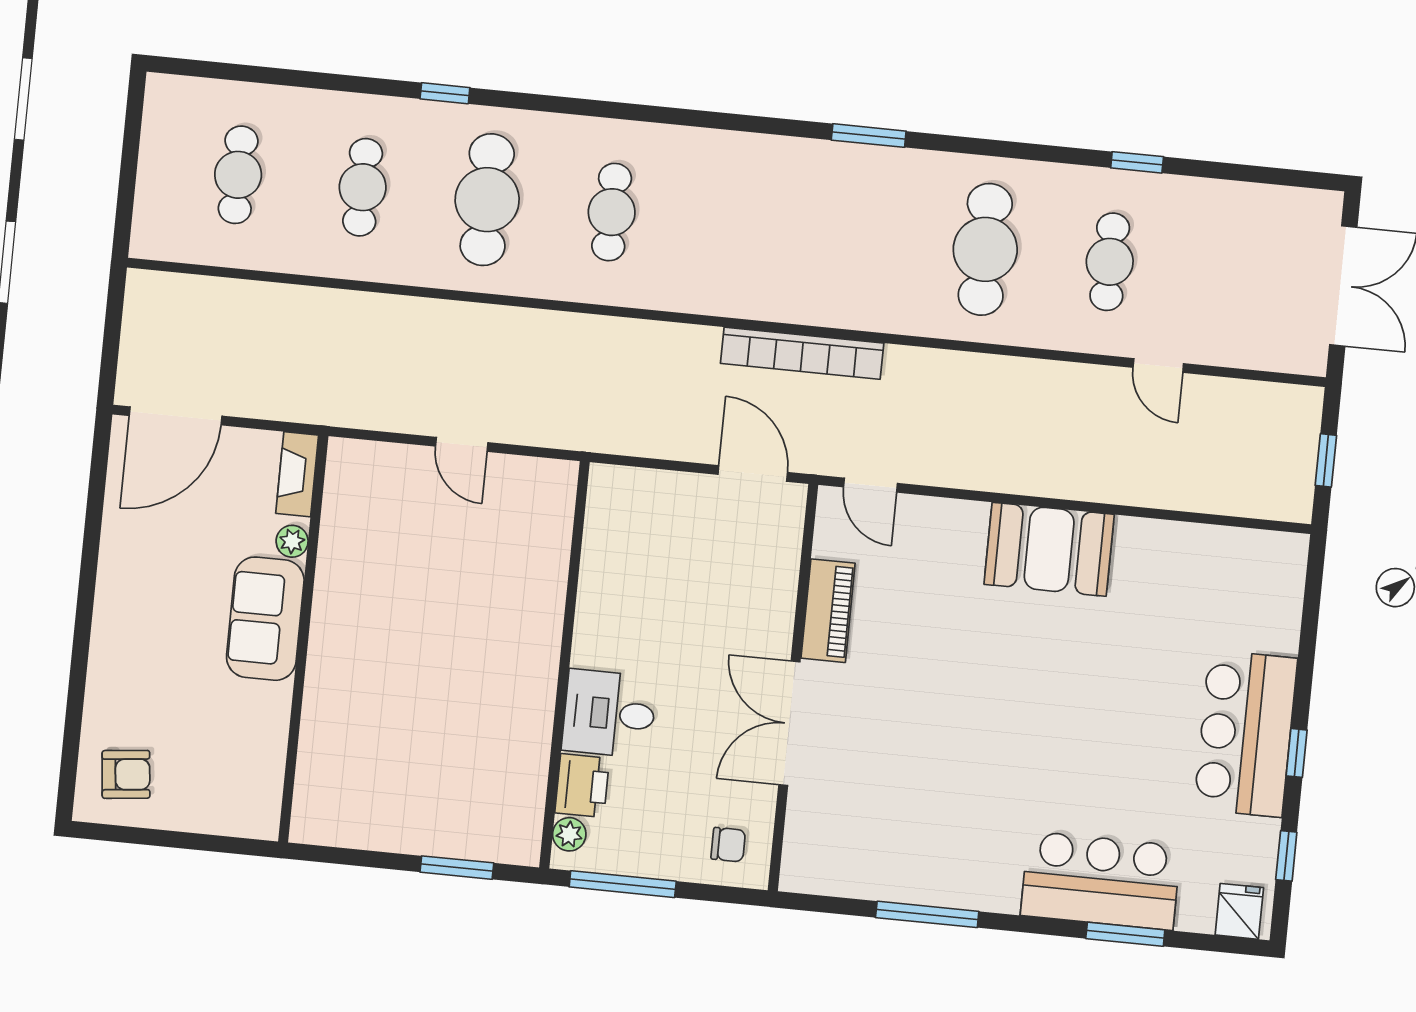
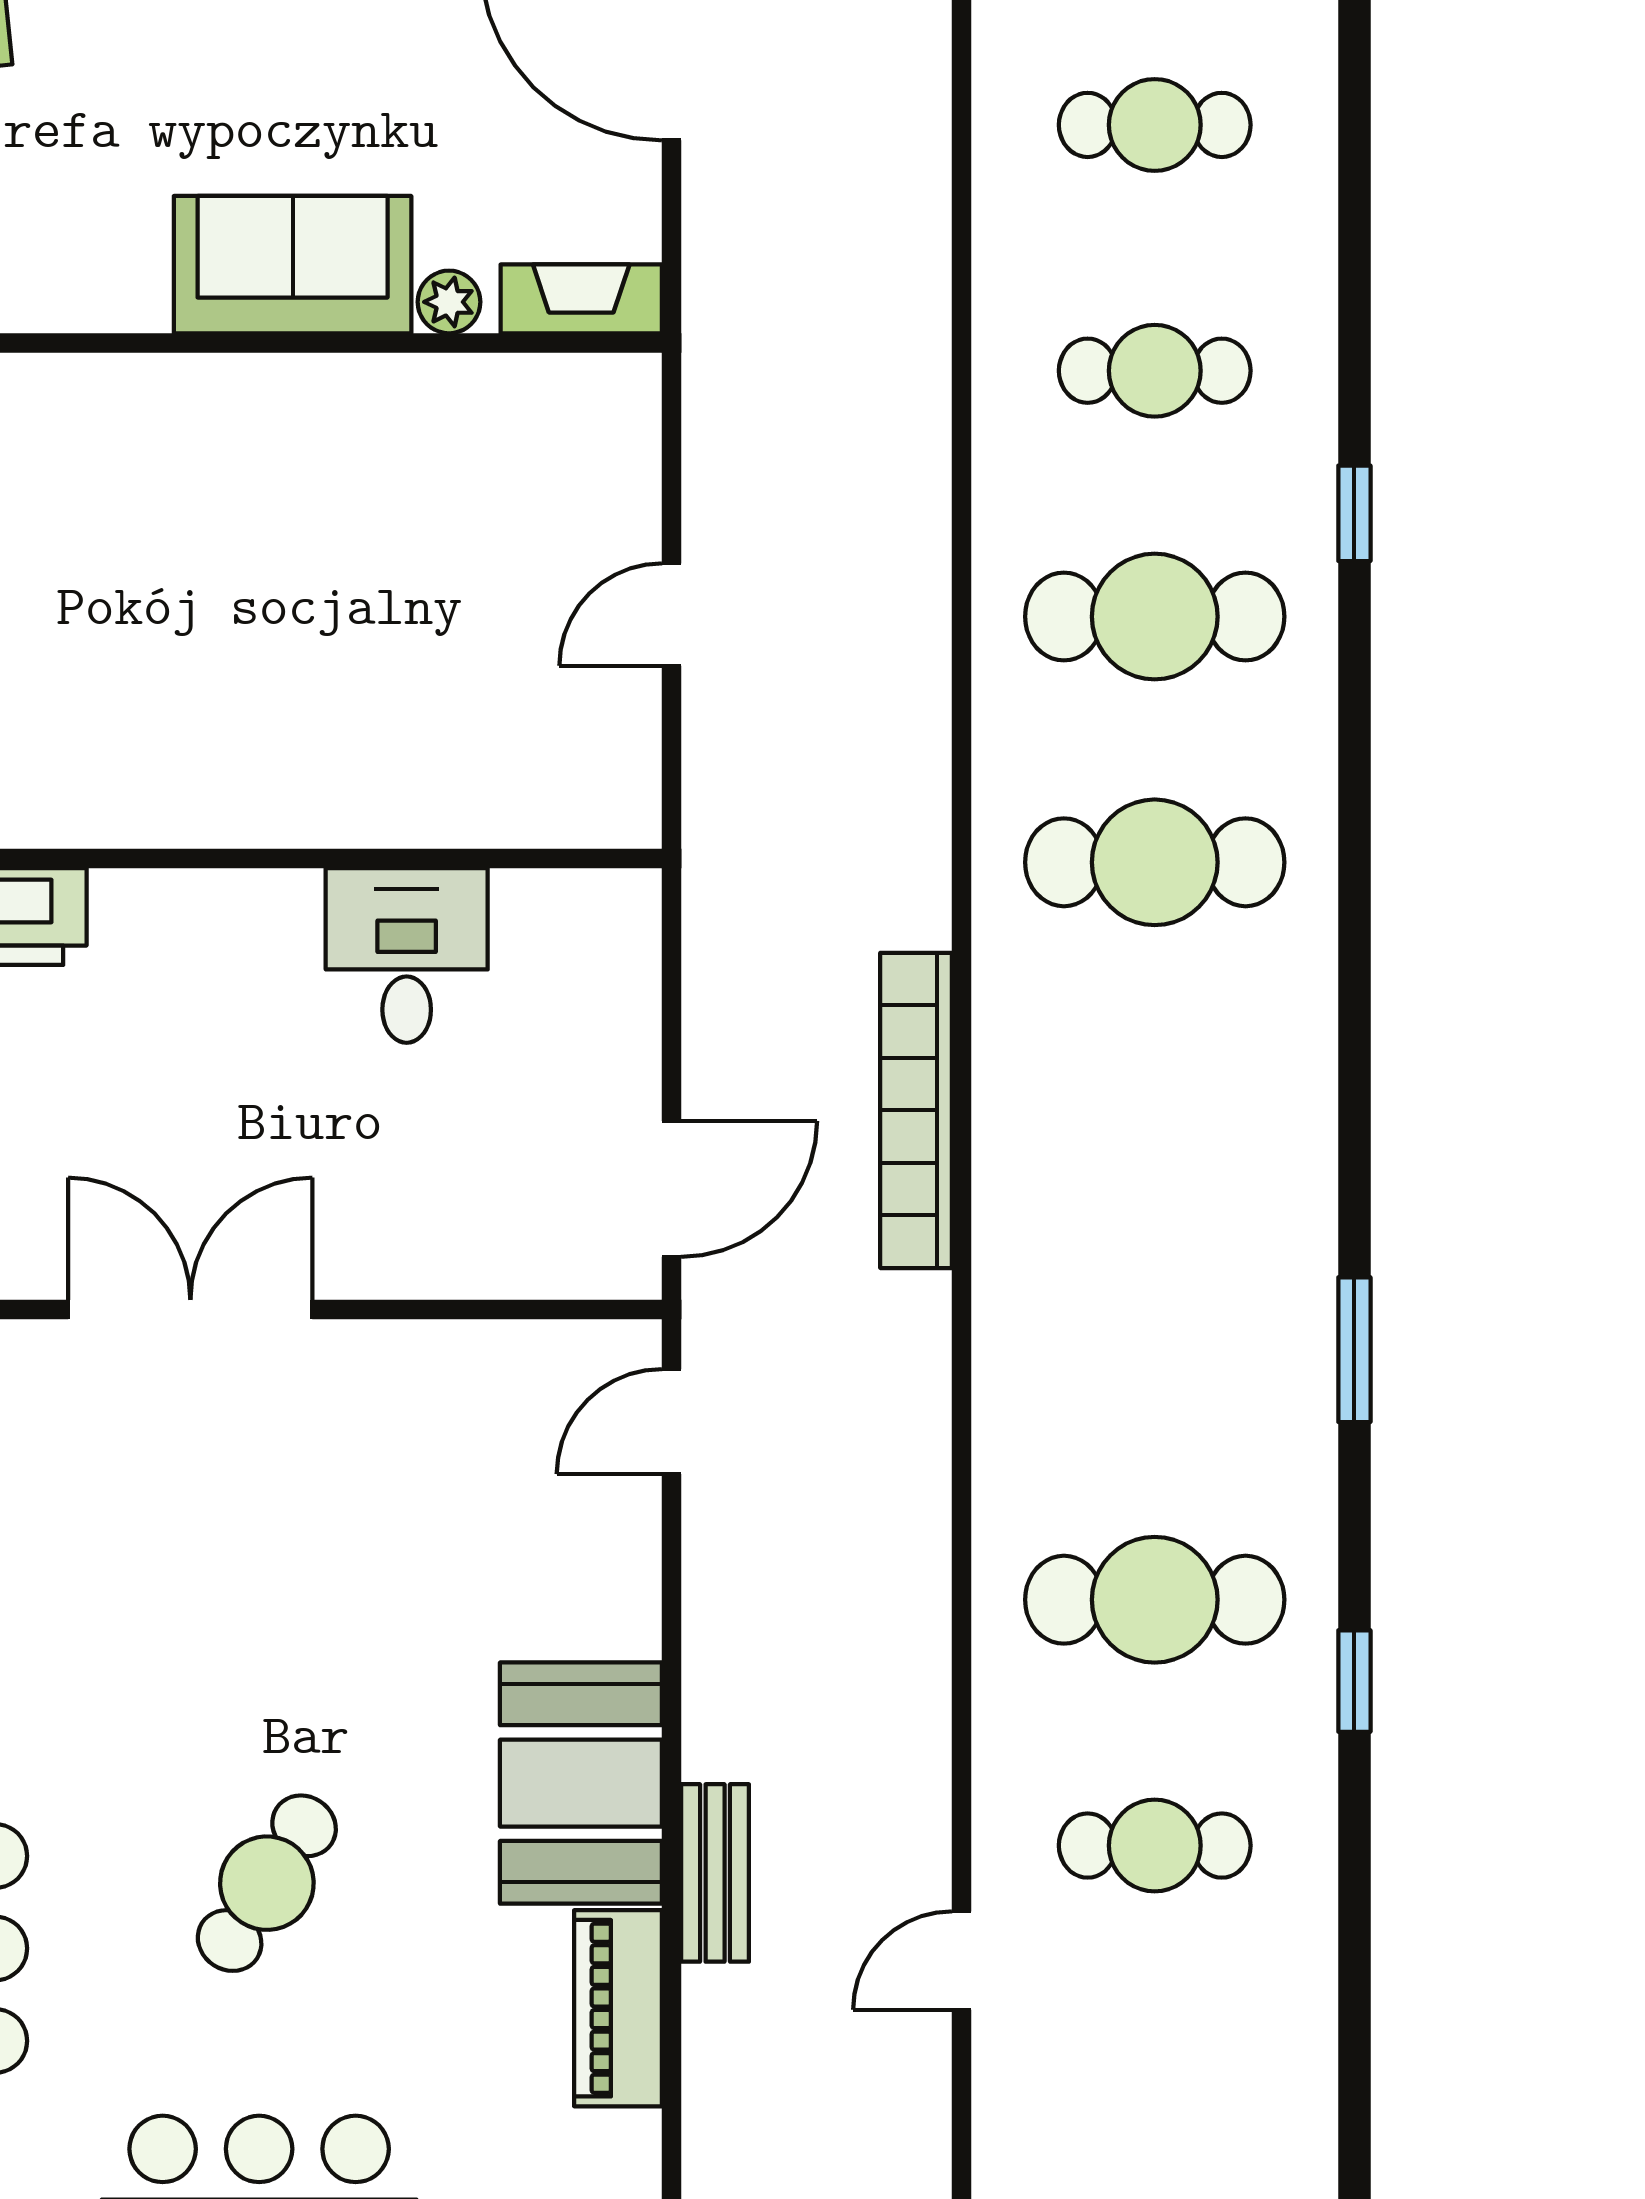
window: (1137, 162) -> (1354, 1681), moved
cafe table: (612, 212) -> (1155, 862), width x1.37, depth x1.35
bookcase: (802, 353) -> (916, 1110), moved
bench: (1101, 486) -> (715, 1873), added
piano: (828, 611) -> (618, 2008), moved, turned 90
desk: (609, 714) -> (407, 955), moved
cafe table: (1084, 714) -> (267, 1883), added

